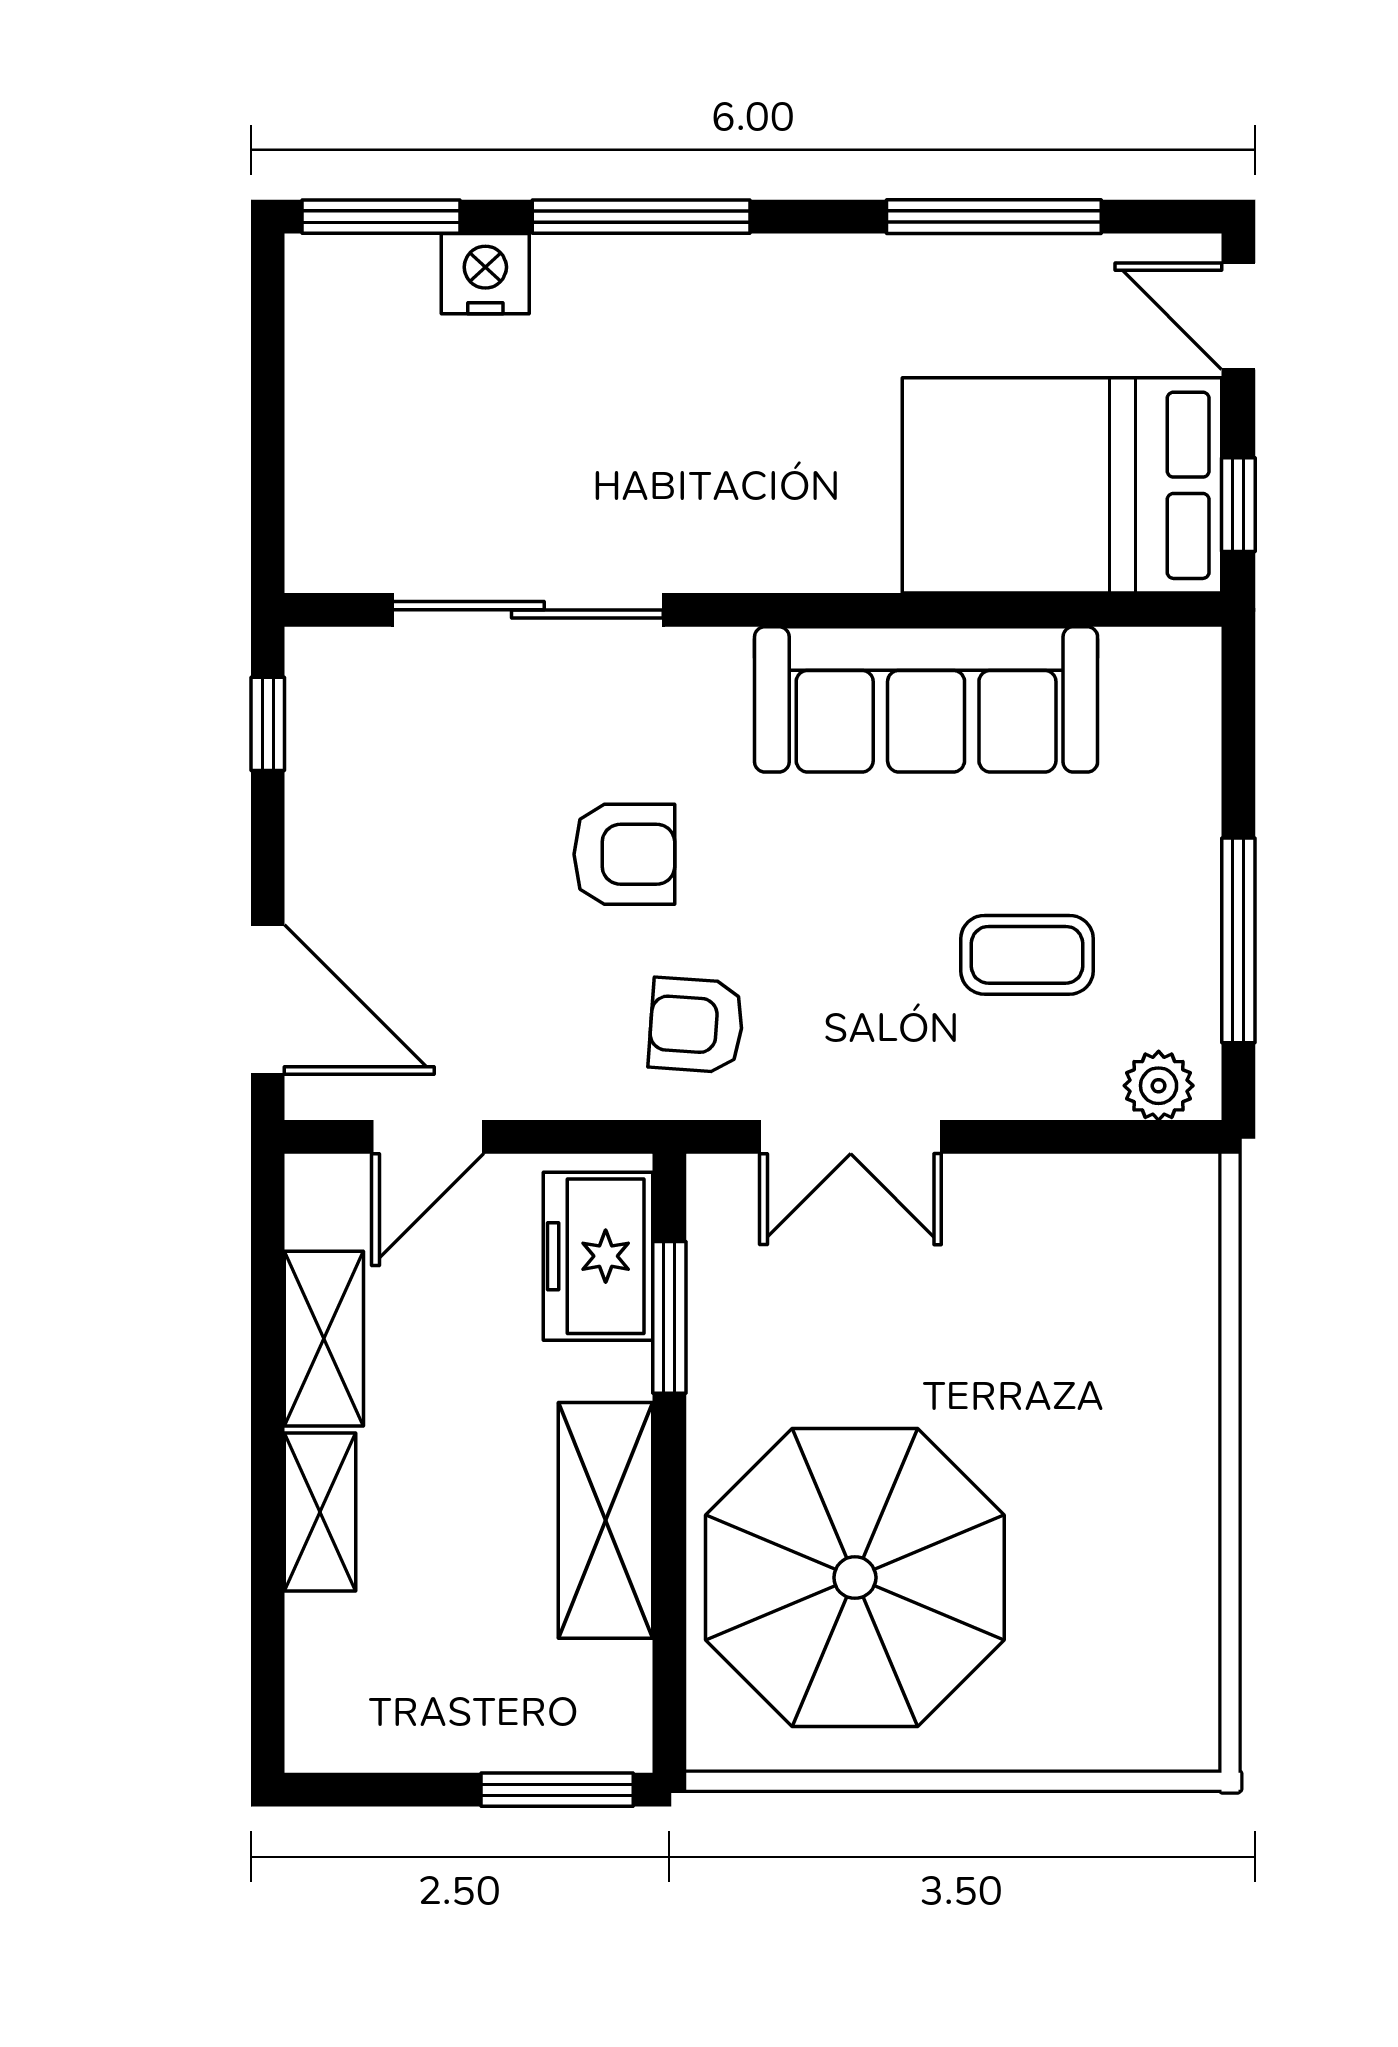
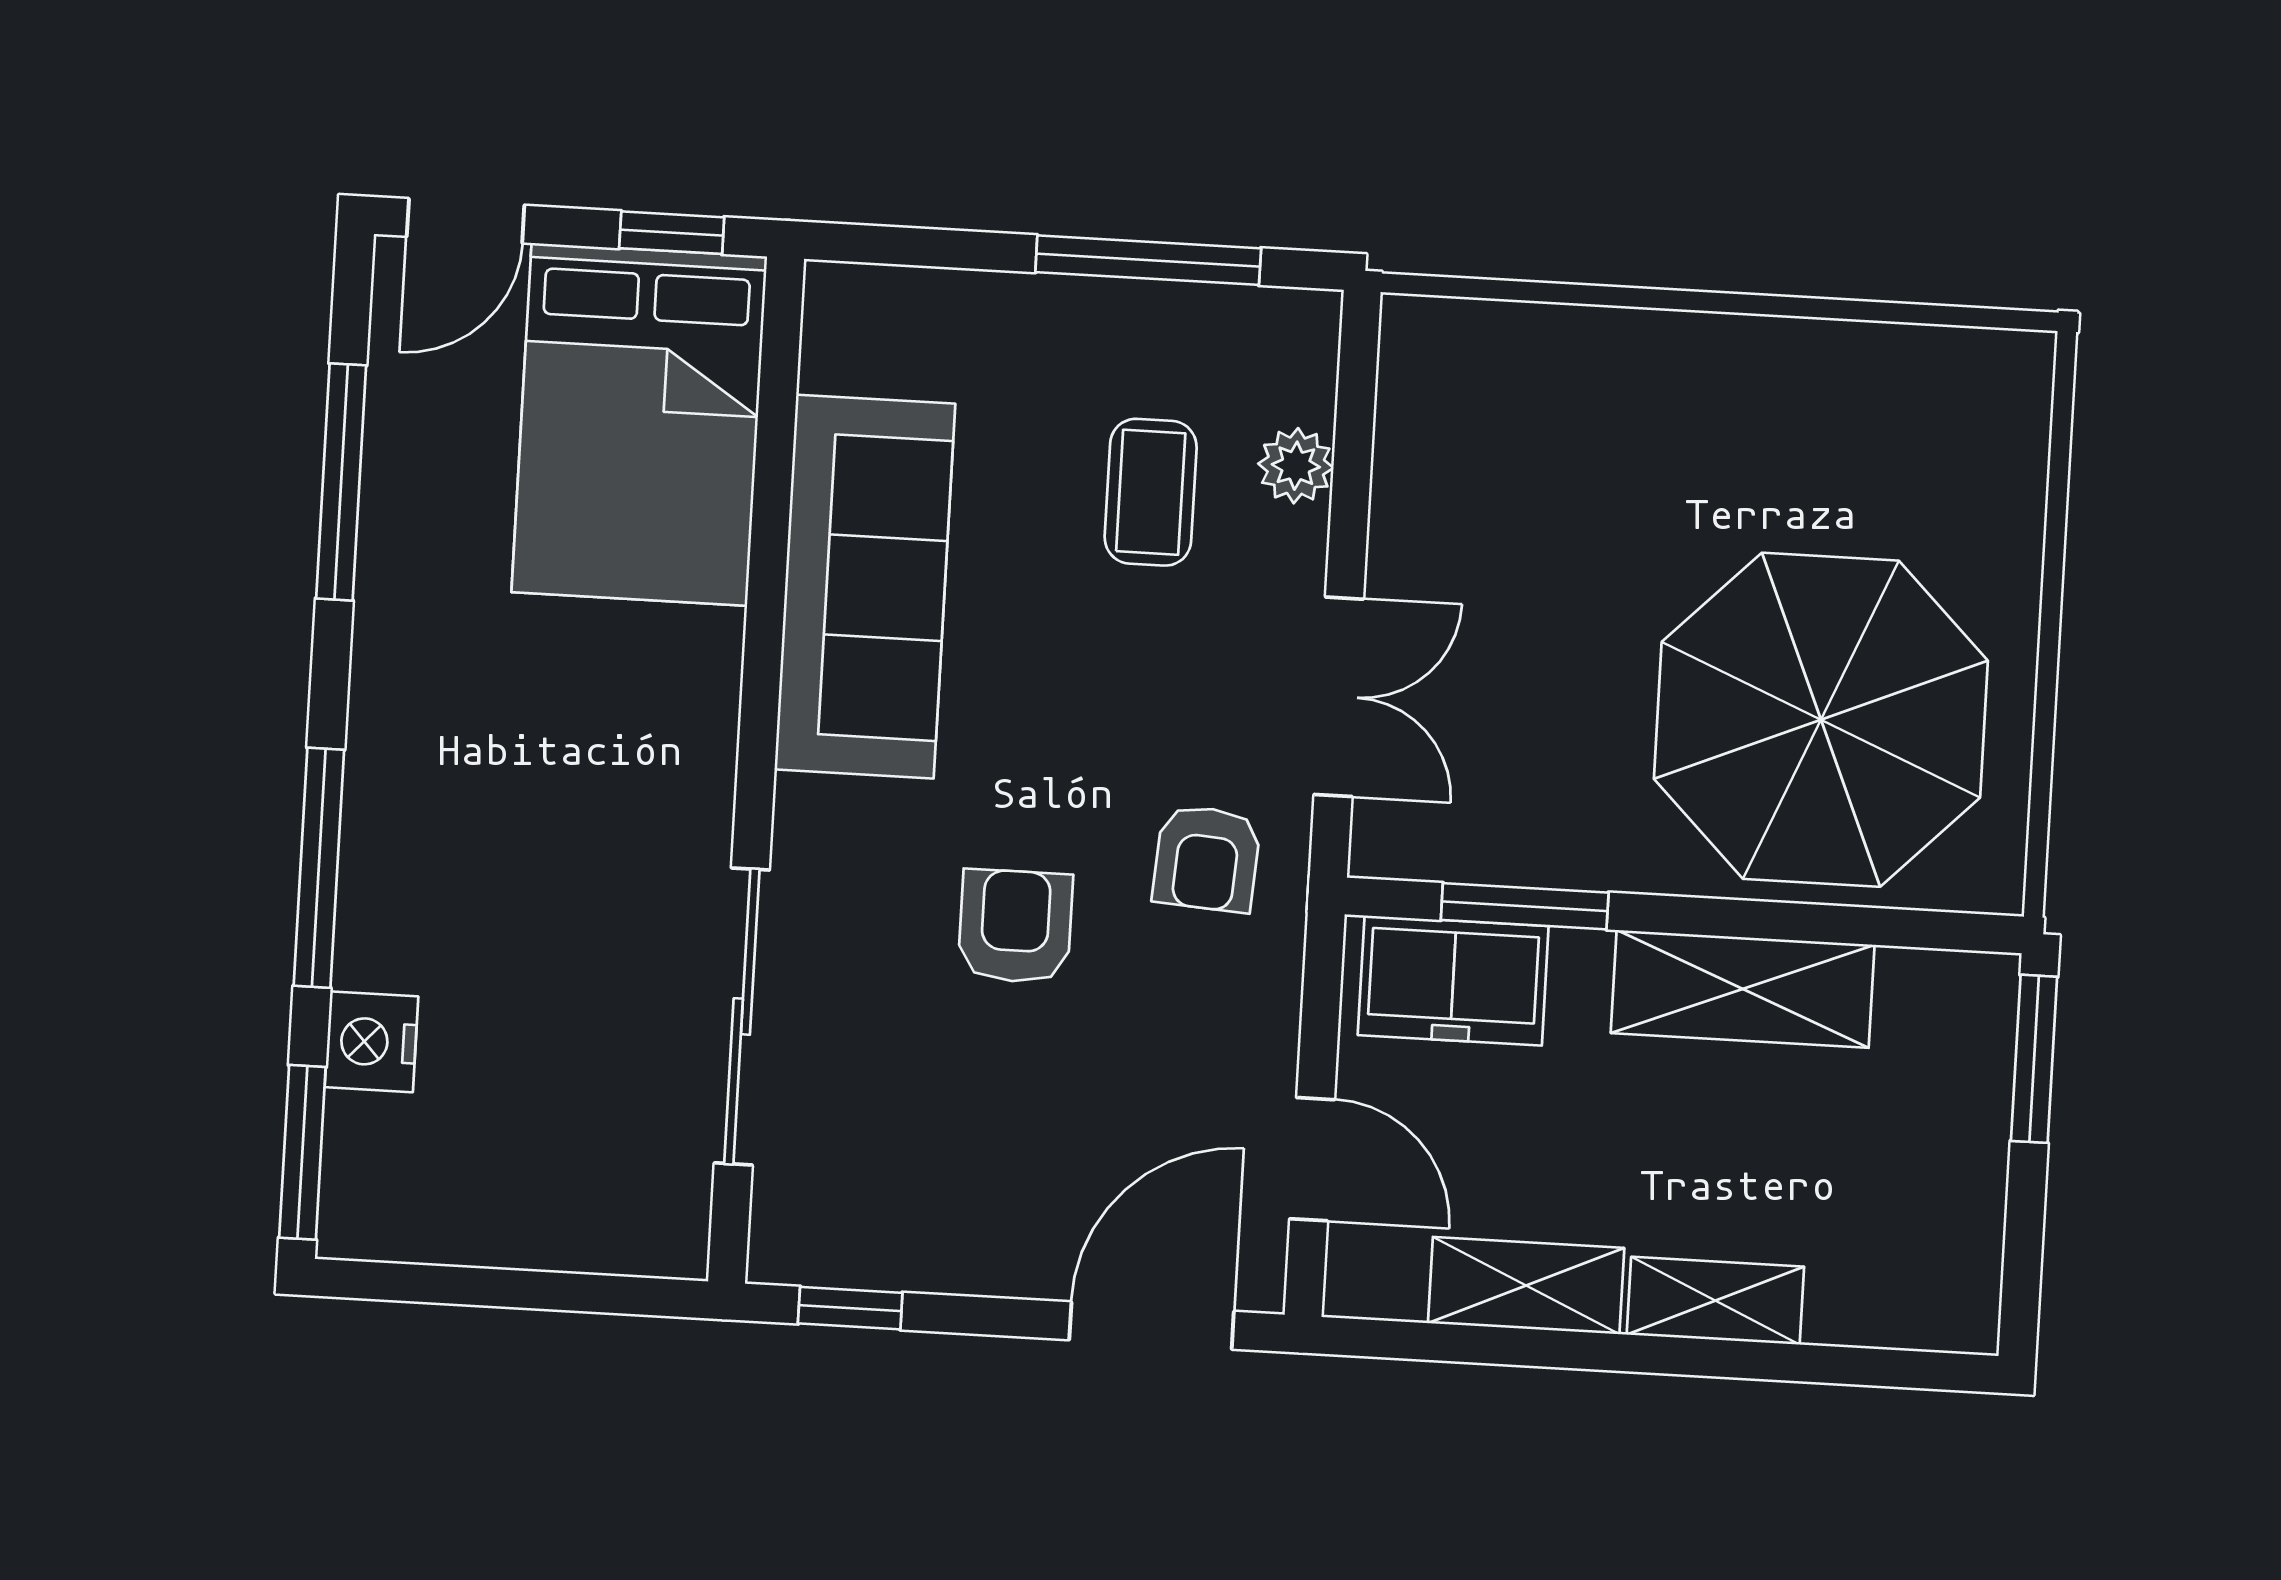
plant: (1159, 1086) -> (1296, 466), moved

